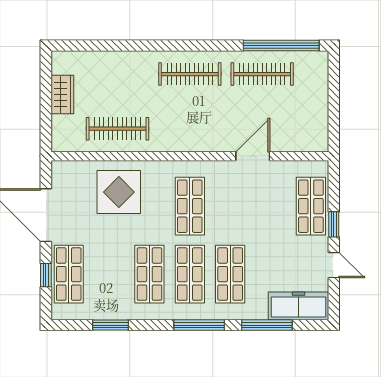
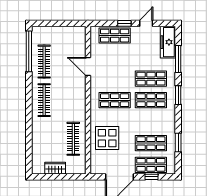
shop shelf: (149, 274) -> (151, 143), moved
window: (199, 325) -> (178, 95), width x0.69

